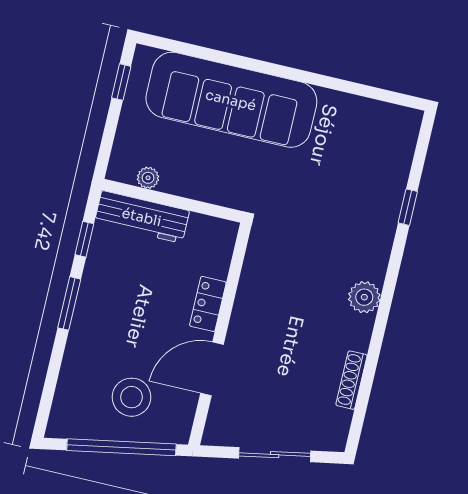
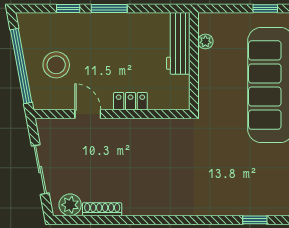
window: (408, 207) -> (255, 220), moved
window: (84, 239) -> (68, 8), moved
plant: (364, 297) -> (70, 205), moved
door: (212, 369) -> (88, 114), width x0.73

